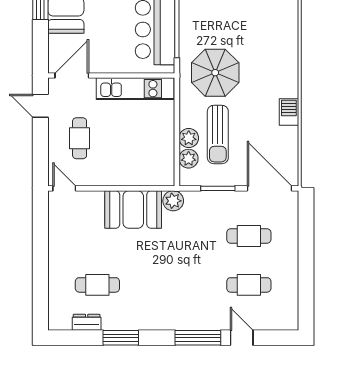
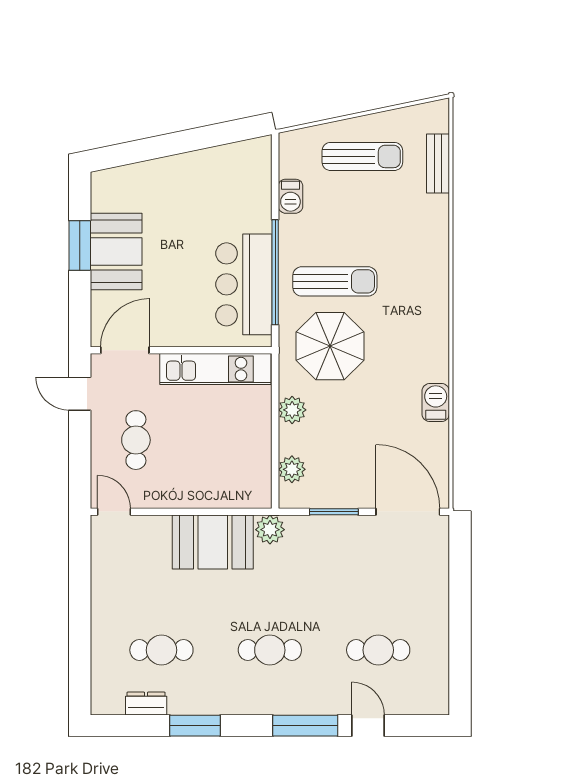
sun lounger: (218, 134) -> (335, 281), moved, turned -90
plant: (189, 138) -> (292, 410), moved
cafe table: (249, 236) -> (270, 650), moved

